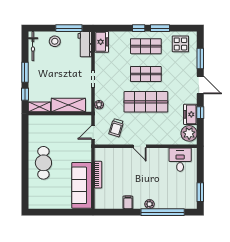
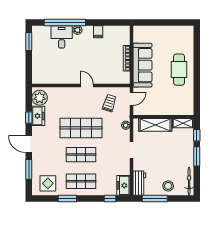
window: (139, 28) -> (110, 199), moved
desk: (180, 160) -> (62, 37), moved, turned 180
sofa: (82, 185) -> (142, 65), moved

